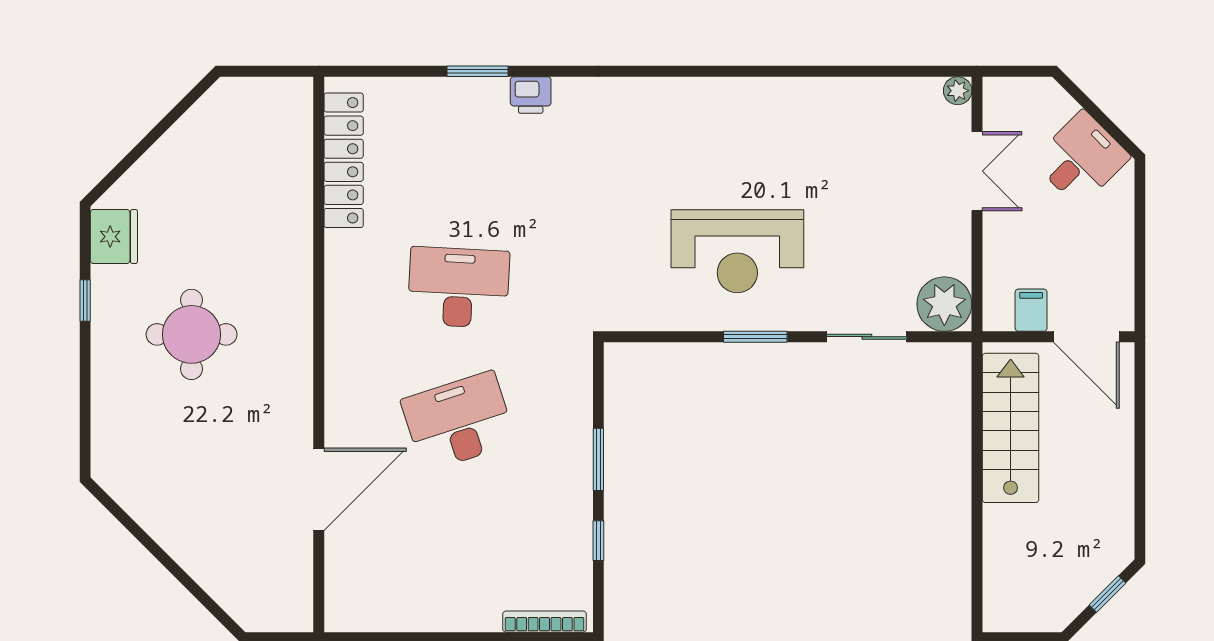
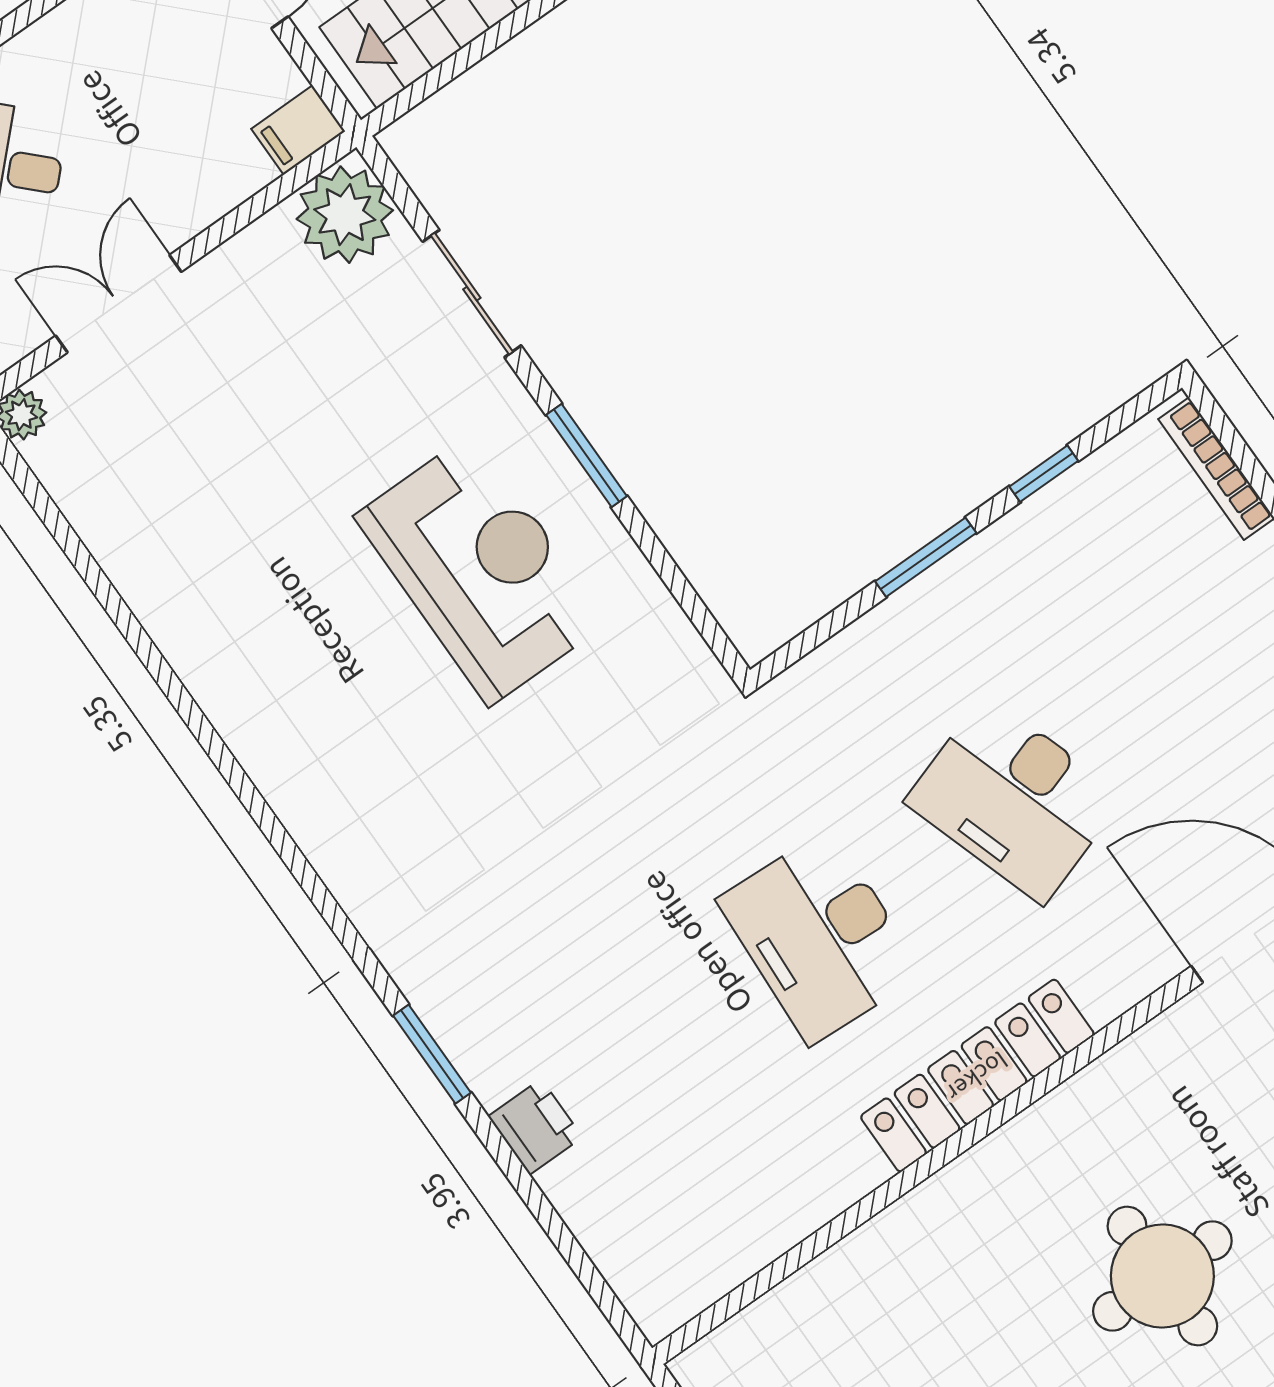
window: (477, 71) -> (432, 1054), moved
printer: (531, 95) -> (535, 1127), moved
locker: (344, 160) -> (977, 1076), moved
filing cabinet: (1031, 310) -> (298, 130), moved

